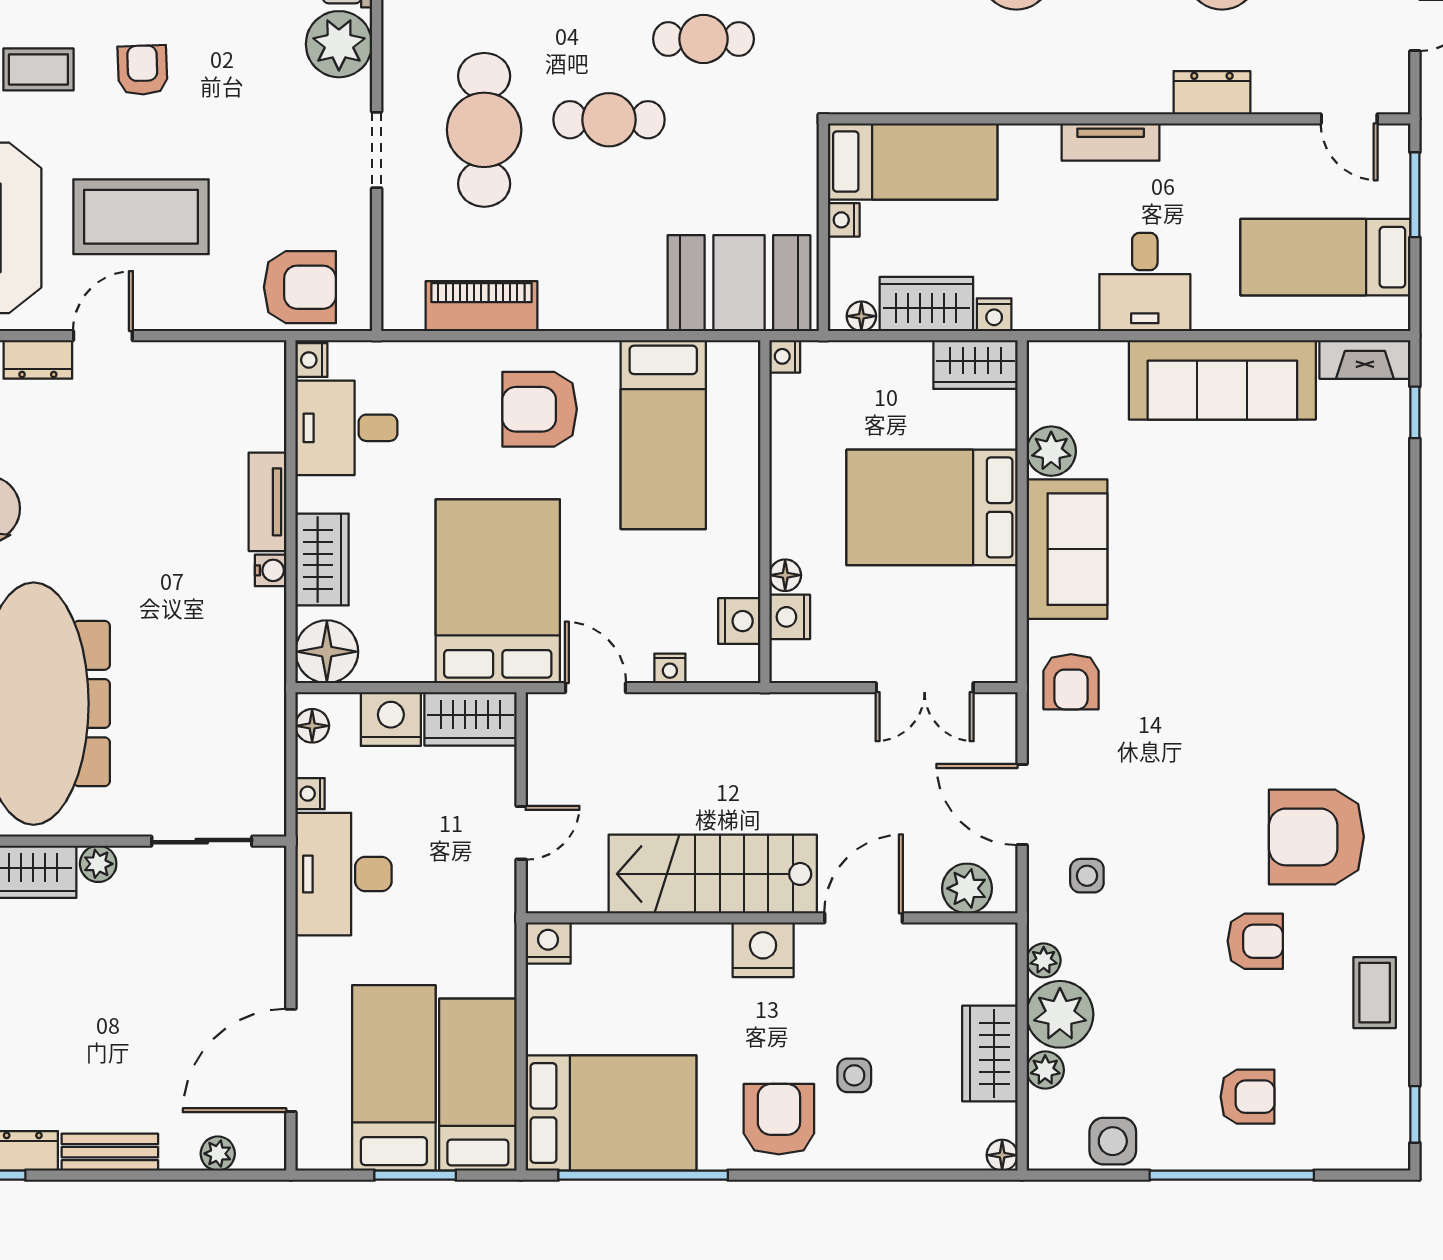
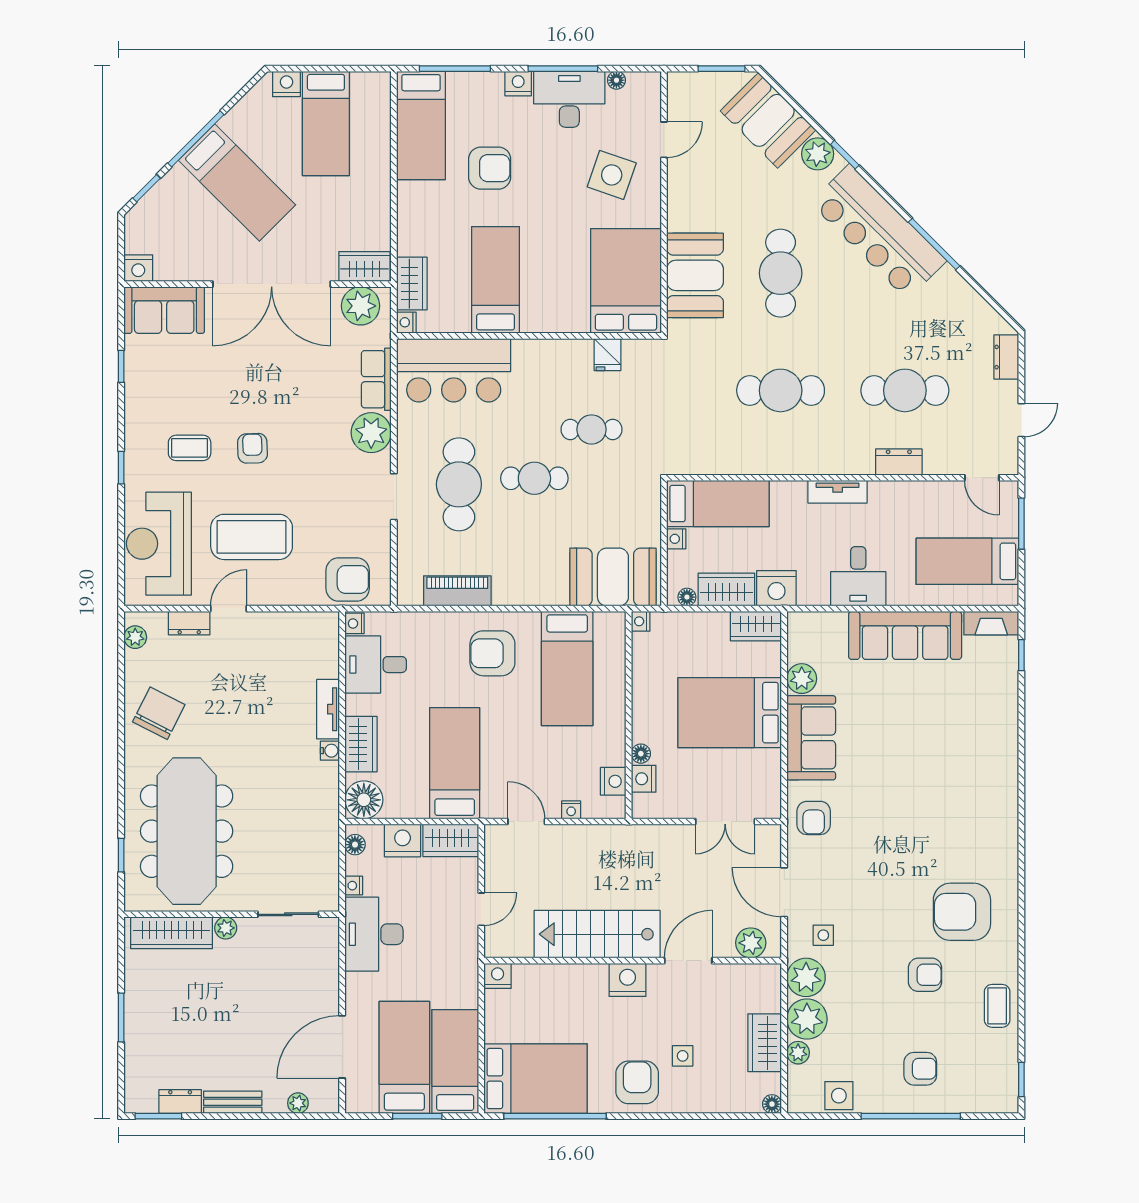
nightstand: (994, 315) -> (776, 588), width x1.89, depth x1.79
bed: (498, 591) -> (455, 763), width x0.67
plant: (1044, 960) -> (806, 977), width x1.87, depth x1.87

